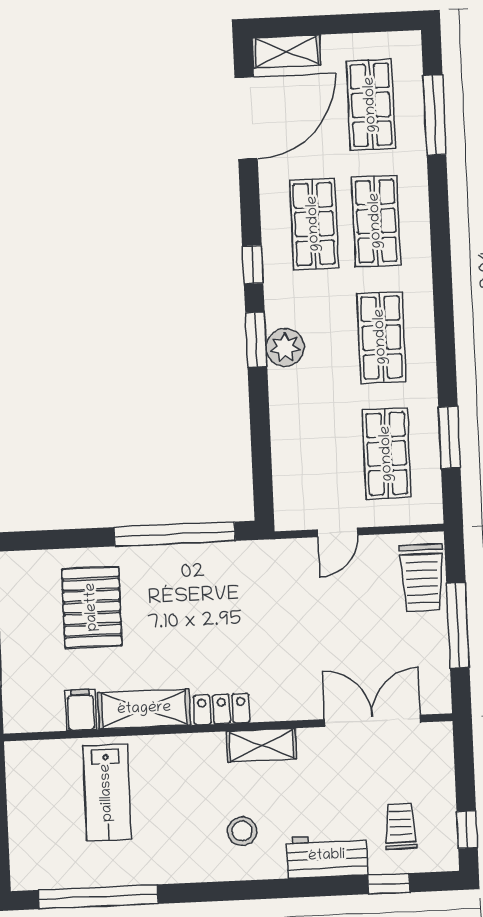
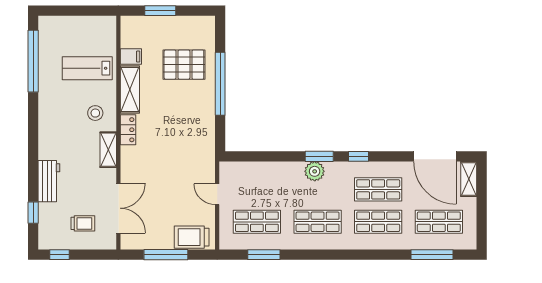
window: (175, 534) -> (220, 84), moved
trolley: (400, 826) -> (83, 223), moved
stool: (242, 831) -> (95, 113), moved

